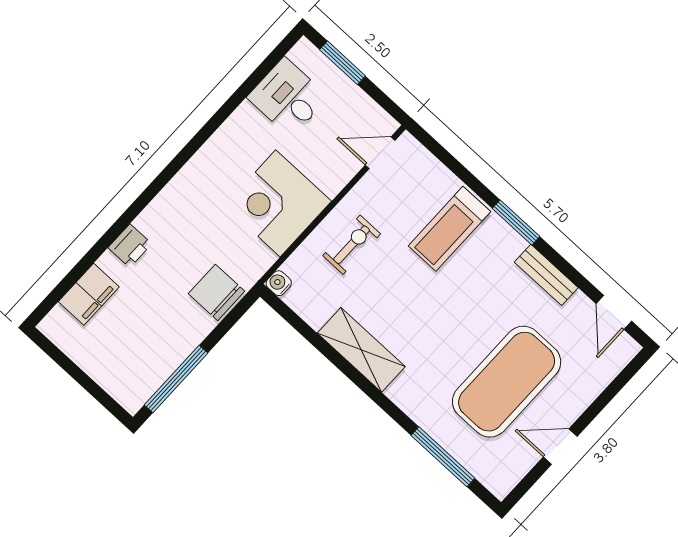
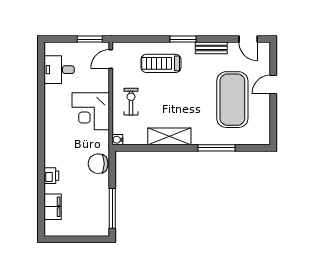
window: (342, 63) -> (90, 39), moved
treadmill: (449, 229) -> (161, 63), turned 90
door: (560, 447) -> (273, 84), moved
window: (443, 457) -> (217, 148), moved

